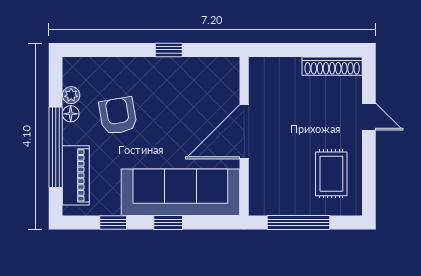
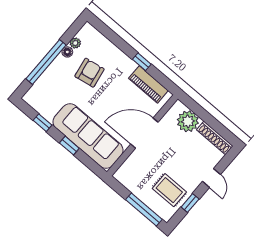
plant: (283, 74) -> (188, 121), added
window: (369, 168) -> (190, 203), added
rug: (331, 174) -> (169, 190), turned 90
piano: (76, 175) -> (148, 84), moved, turned 90
window: (298, 222) -> (144, 210), moved

